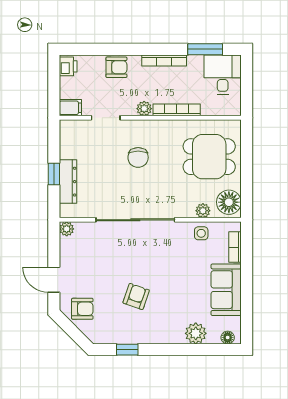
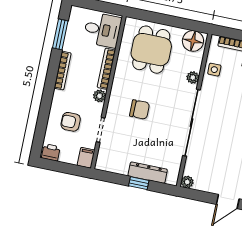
armchair: (116, 67) -> (71, 122), moved, turned -90
desk: (223, 75) -> (102, 30), moved, turned 180
plant: (203, 211) -> (193, 77), moved

